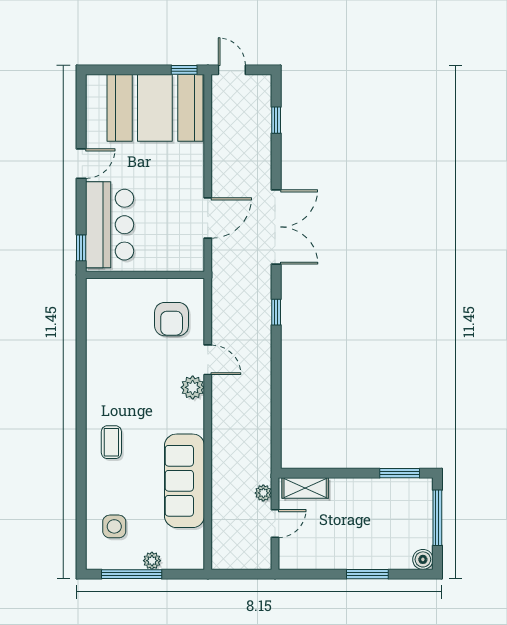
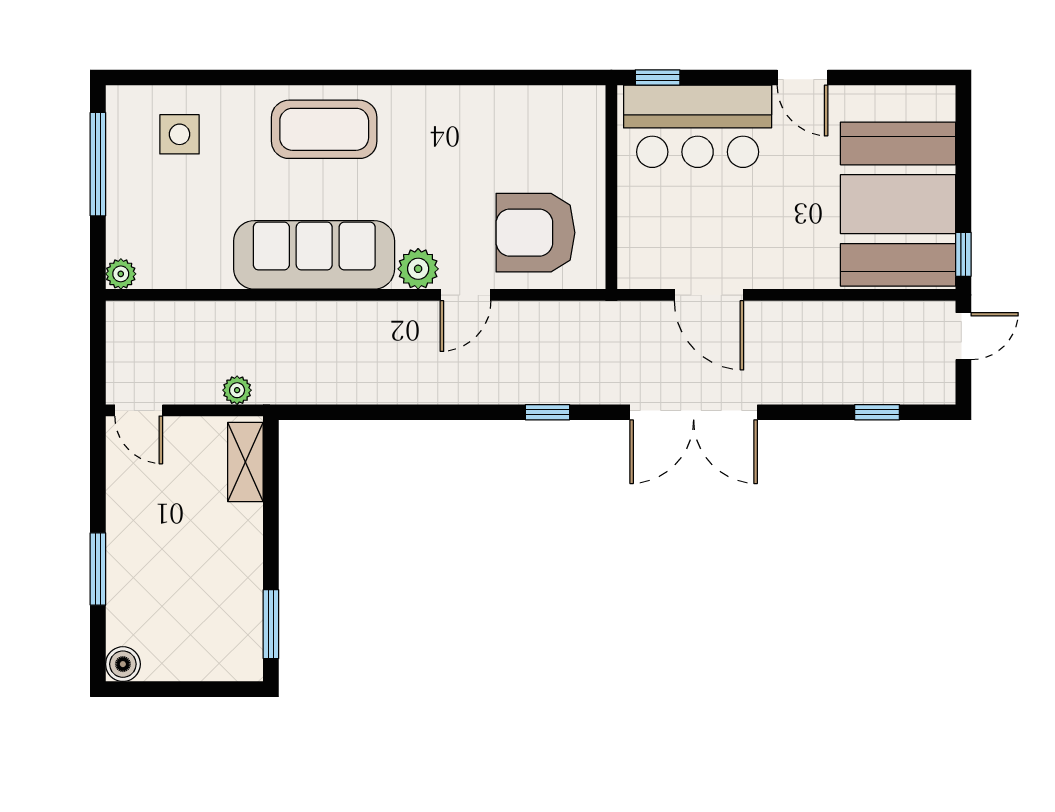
armchair: (172, 319) -> (535, 233), width x1.36, depth x1.36
coffee table: (111, 442) -> (324, 129), width x1.86, depth x1.72
sofa: (185, 481) -> (314, 255), moved
window: (437, 518) -> (195, 689), removed
door: (275, 523) -> (139, 410), moved
plant: (152, 561) -> (121, 274), moved

